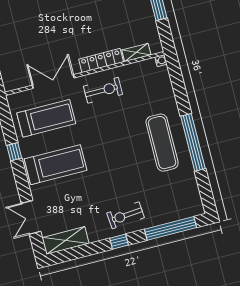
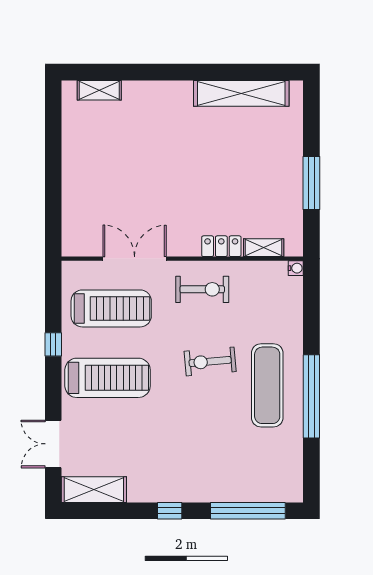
locker: (101, 61) -> (221, 246), width x0.66
exercise bike: (126, 215) -> (210, 361), moved

